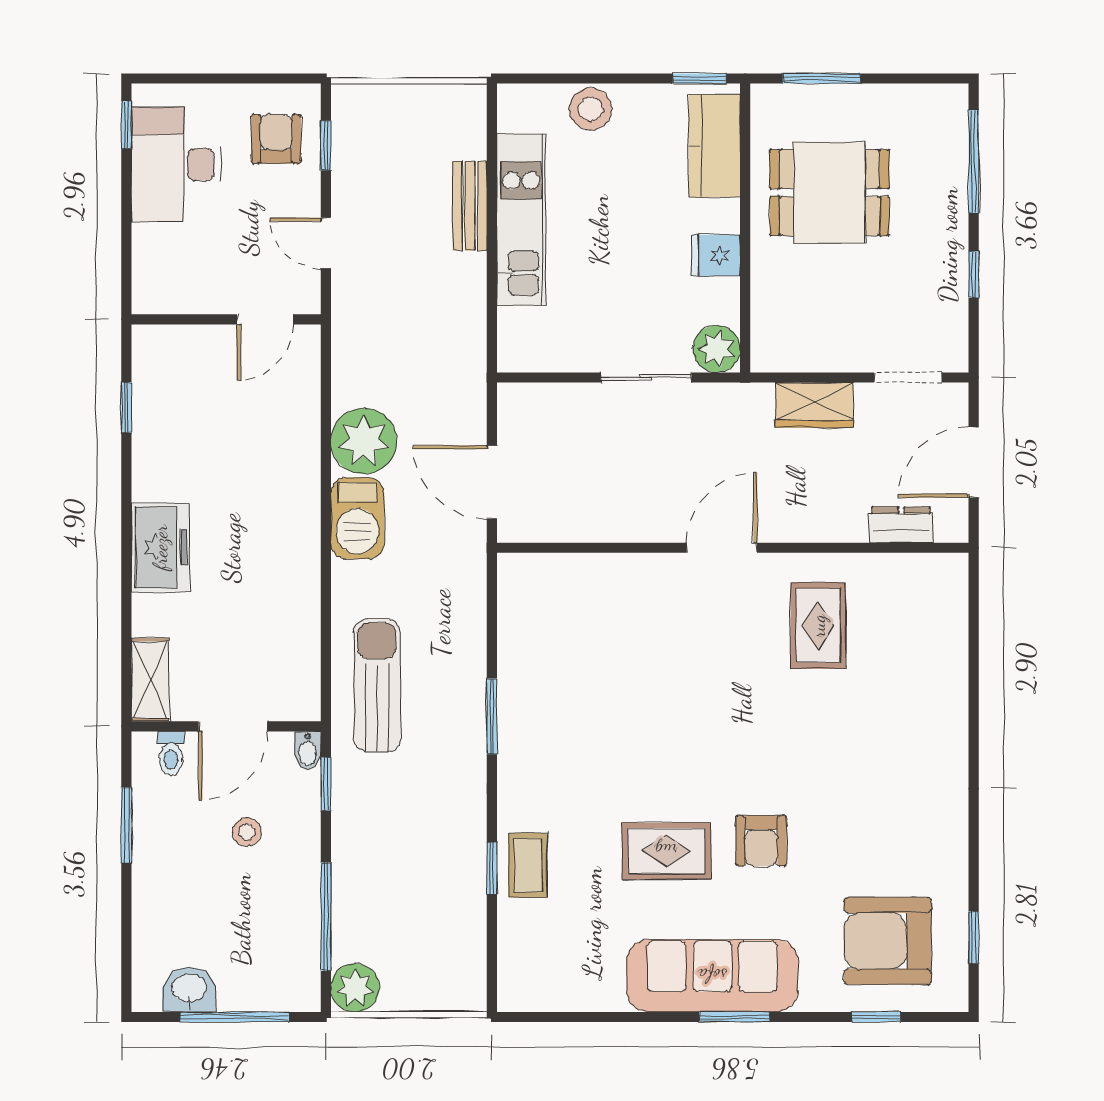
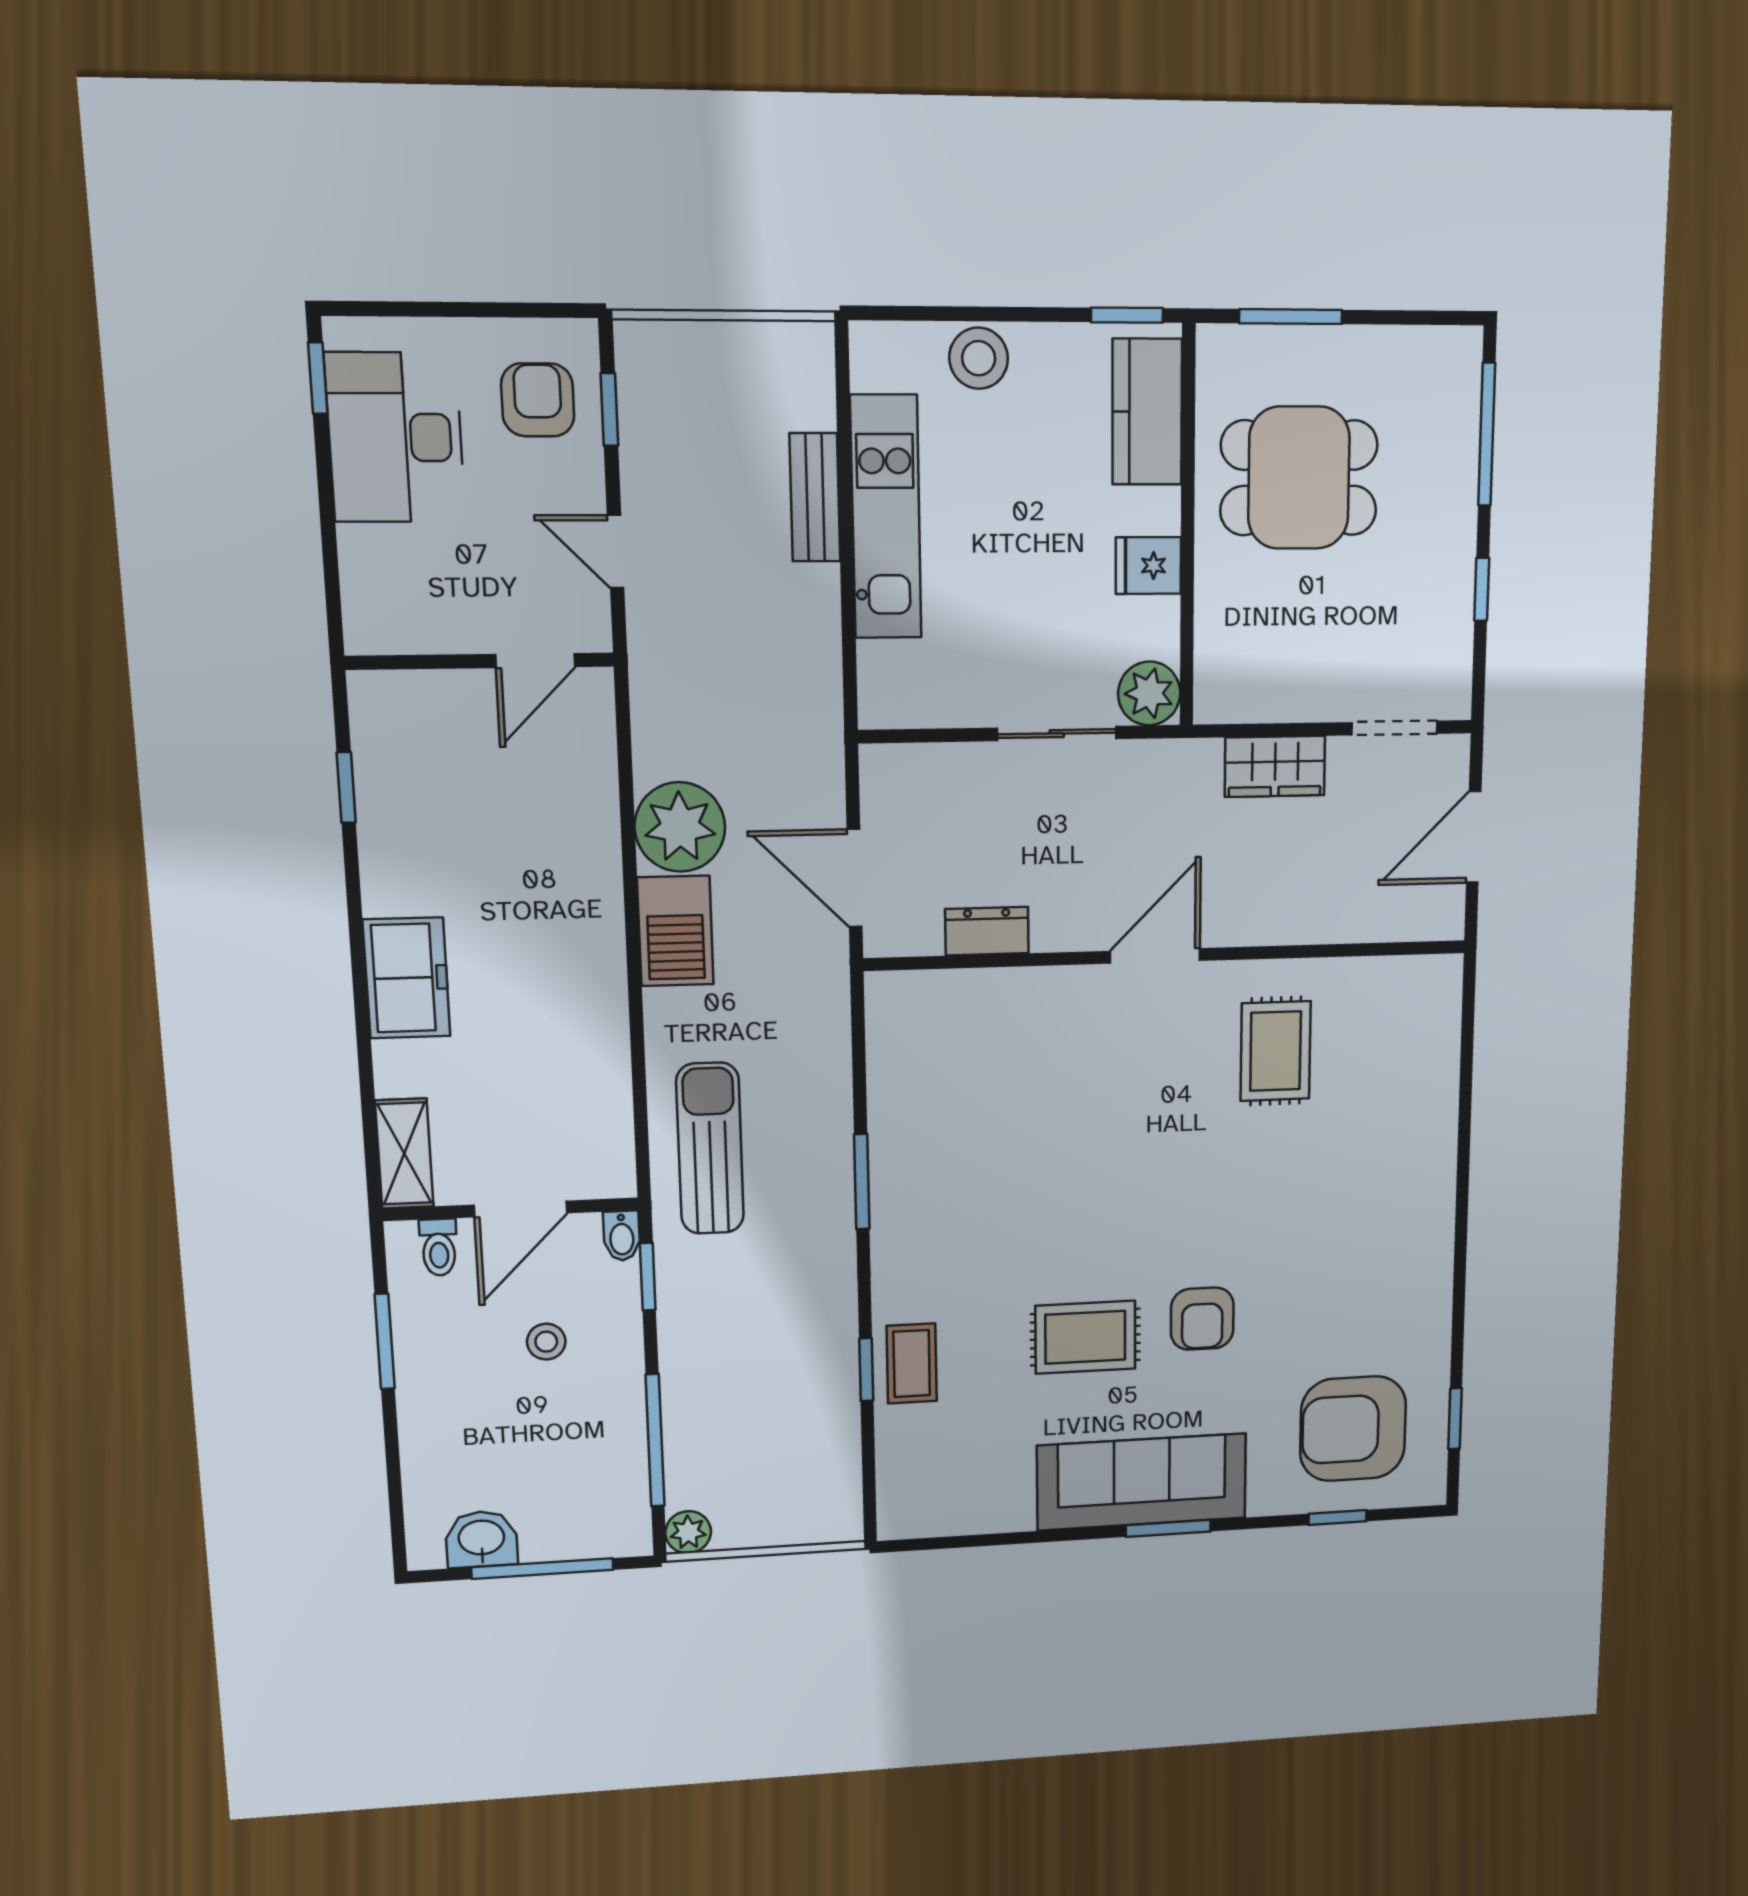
dresser: (901, 525) -> (987, 931), moved
plant: (355, 988) -> (688, 1532), width x0.73, depth x0.73

